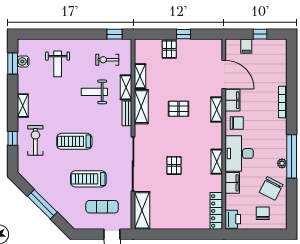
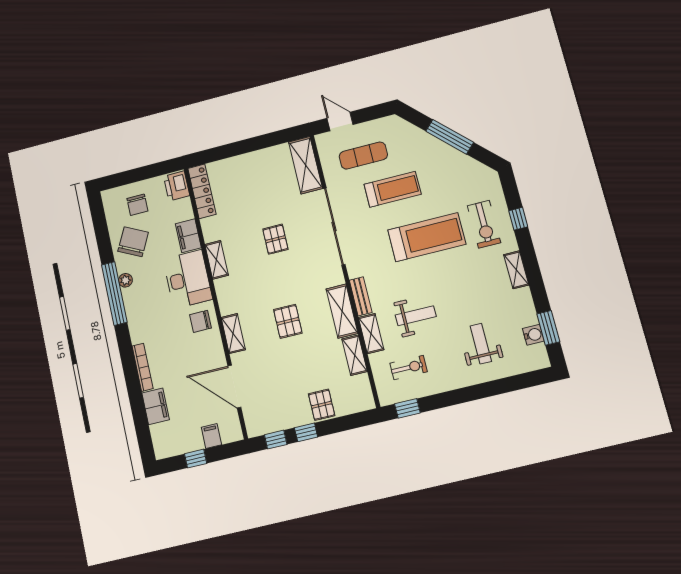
window: (204, 34) -> (276, 440), added
filing cabinet: (233, 100) -> (156, 406), moved, turned 180
pallet: (178, 109) -> (288, 321), turned 90
treadmill: (74, 141) -> (427, 237), width x1.37, depth x1.38

